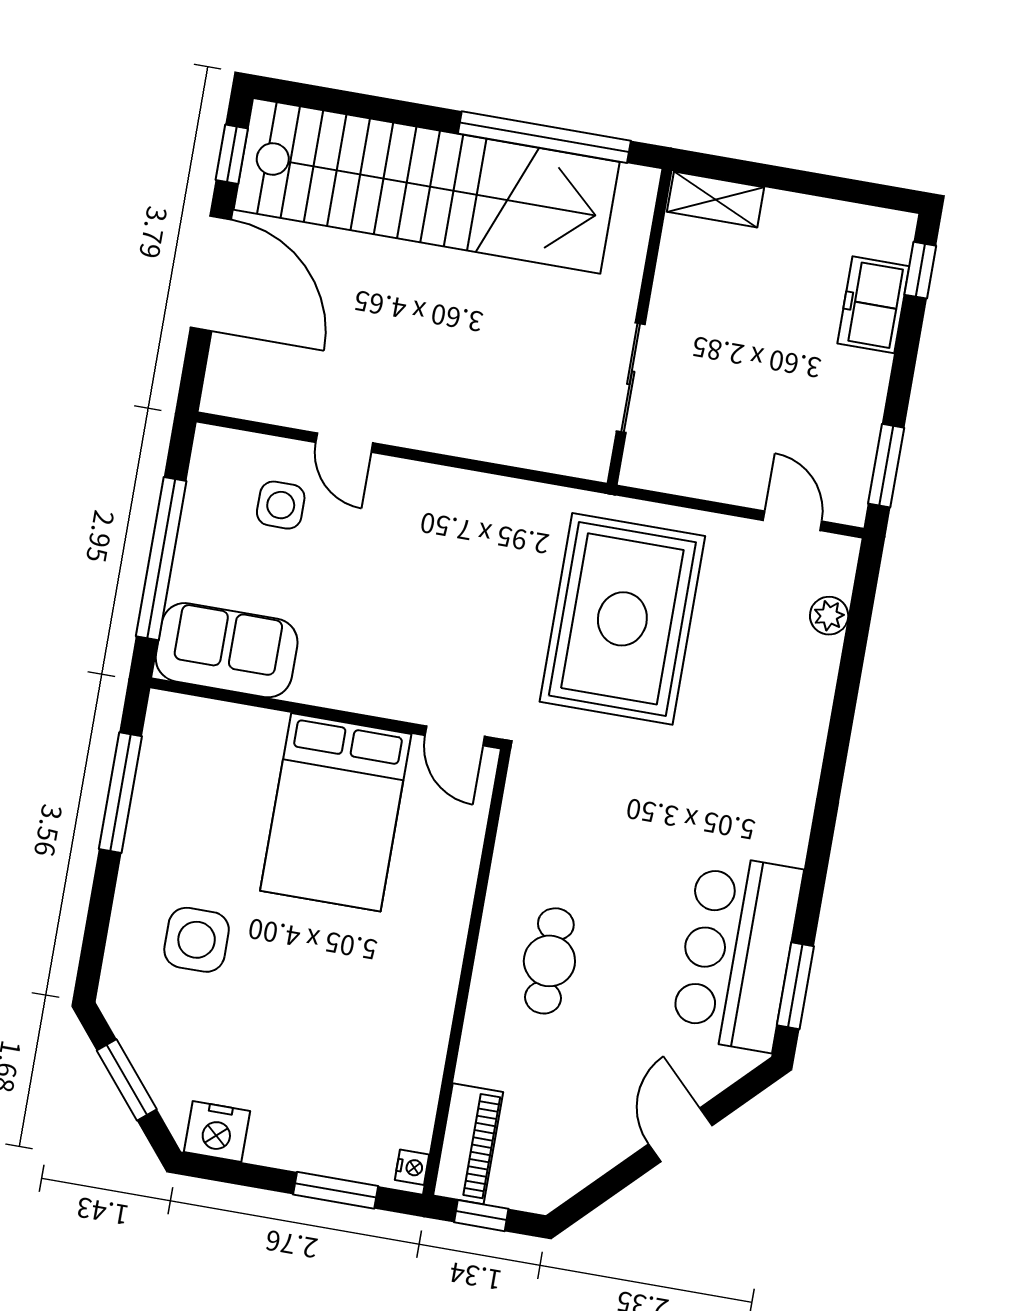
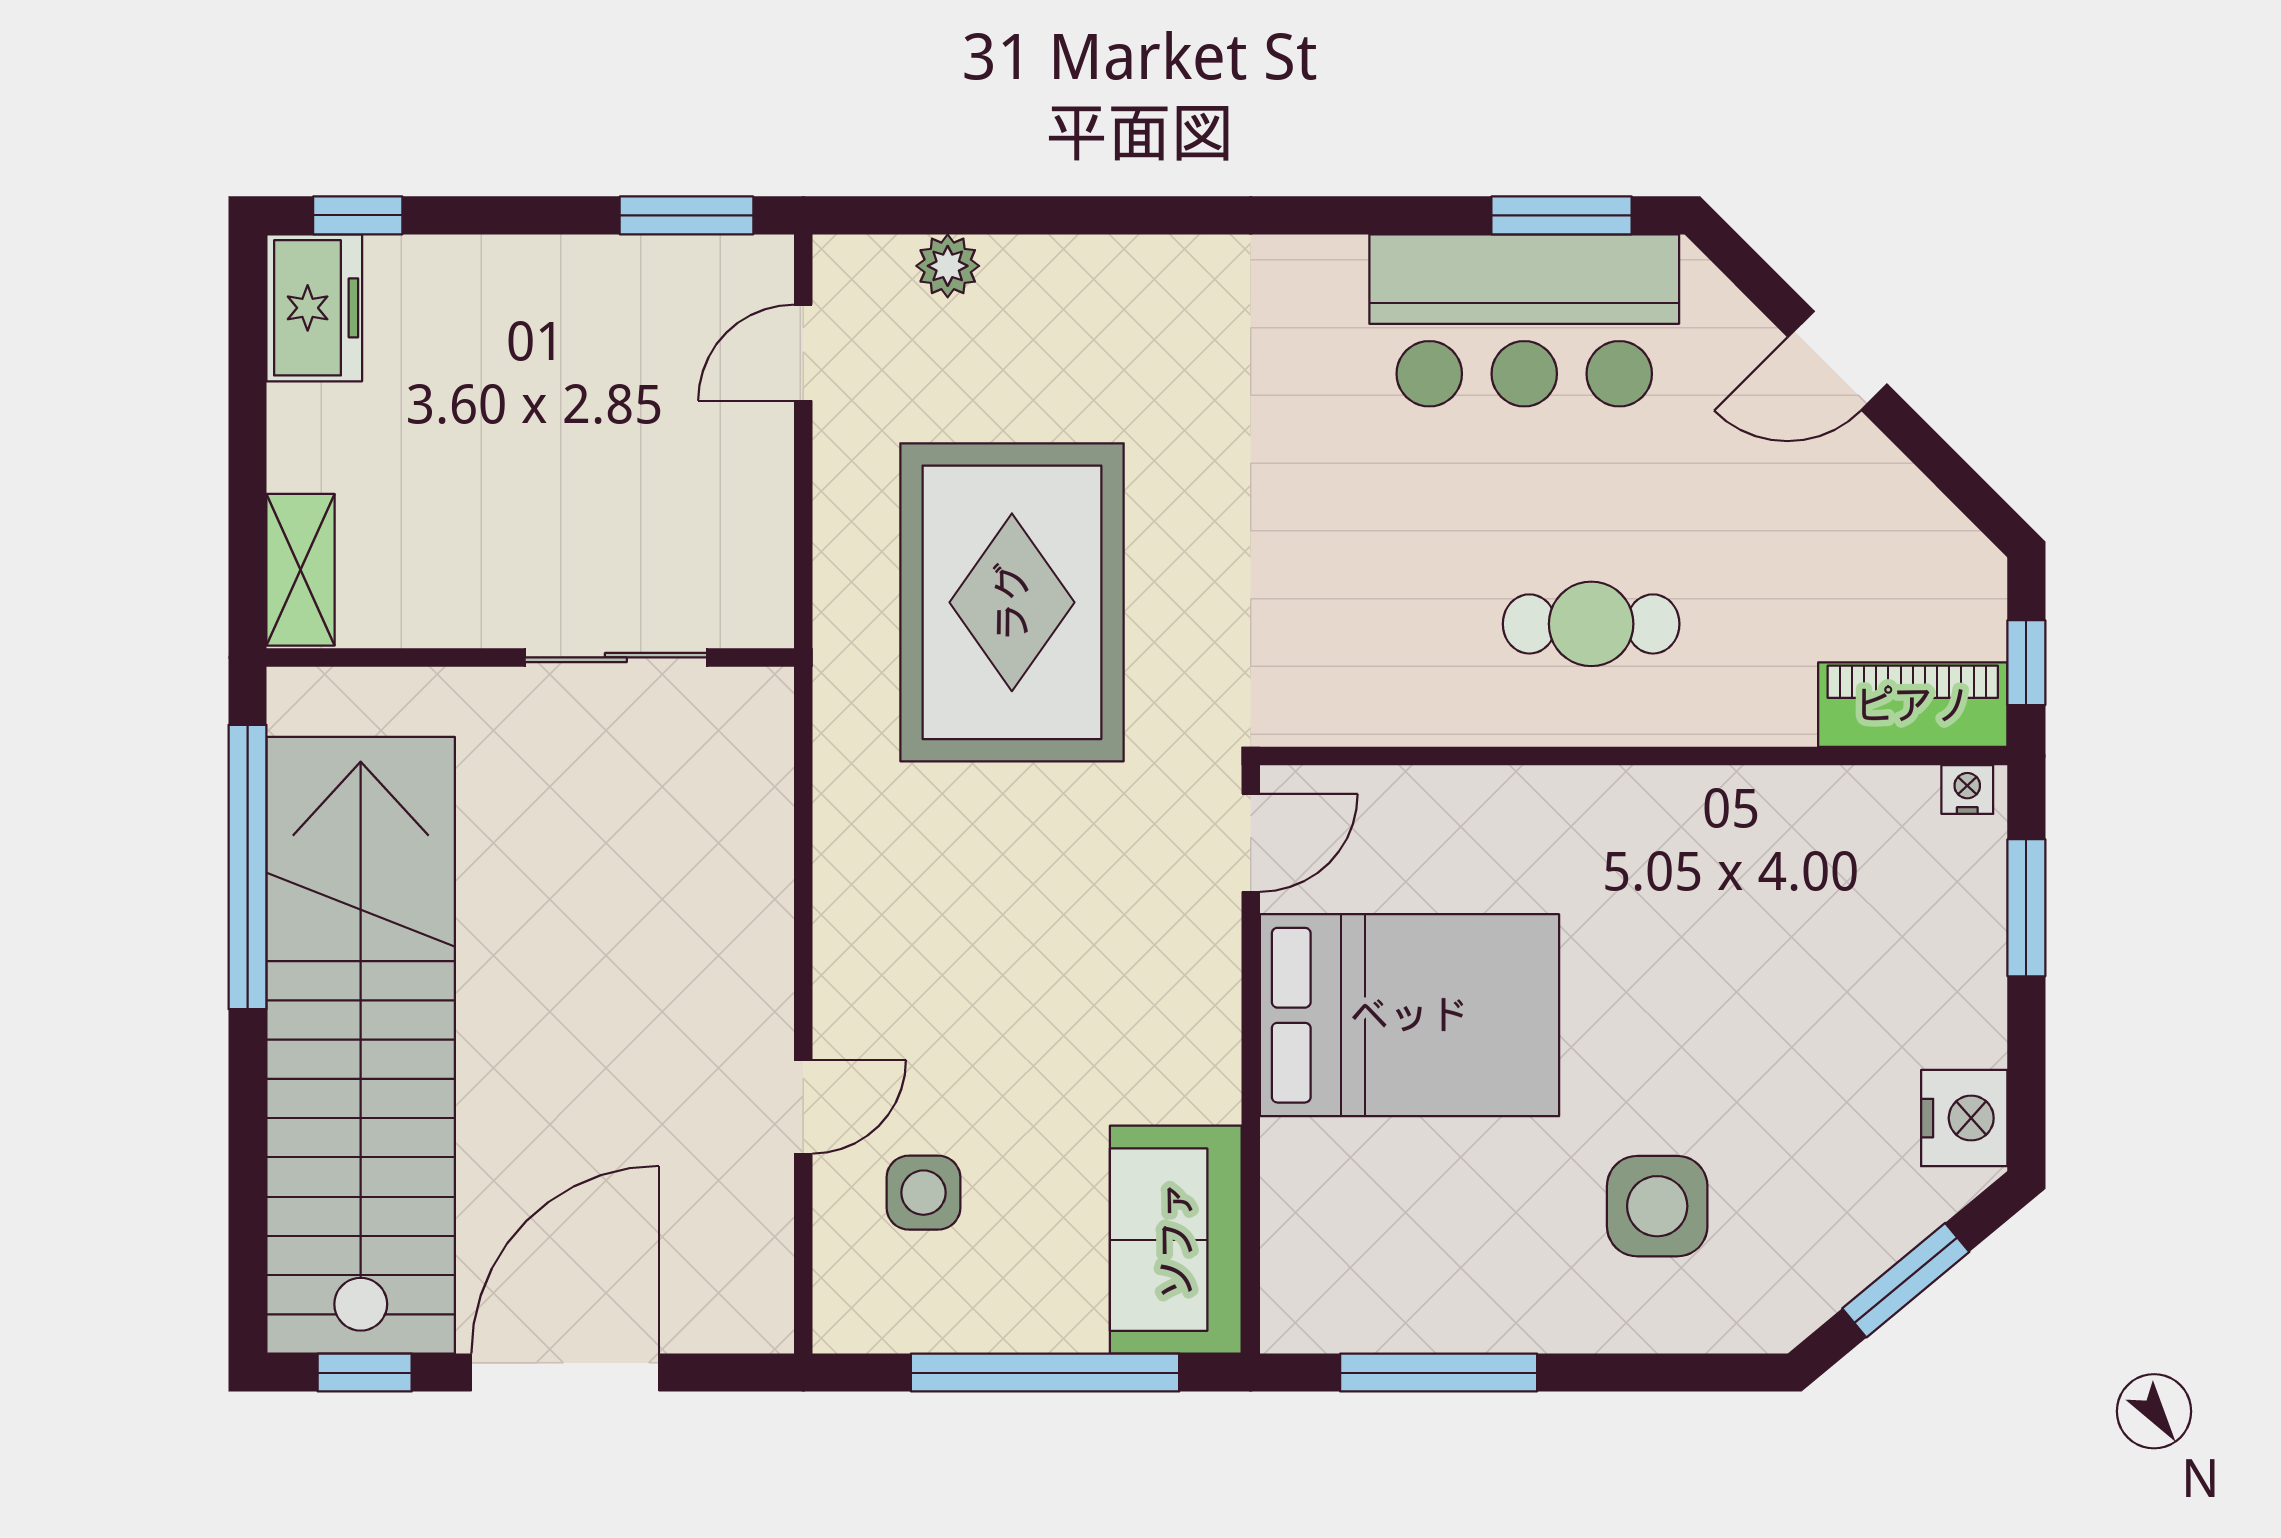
freezer: (873, 305) -> (314, 308), moved, turned -90
rug: (622, 619) -> (1012, 602), turned 90

